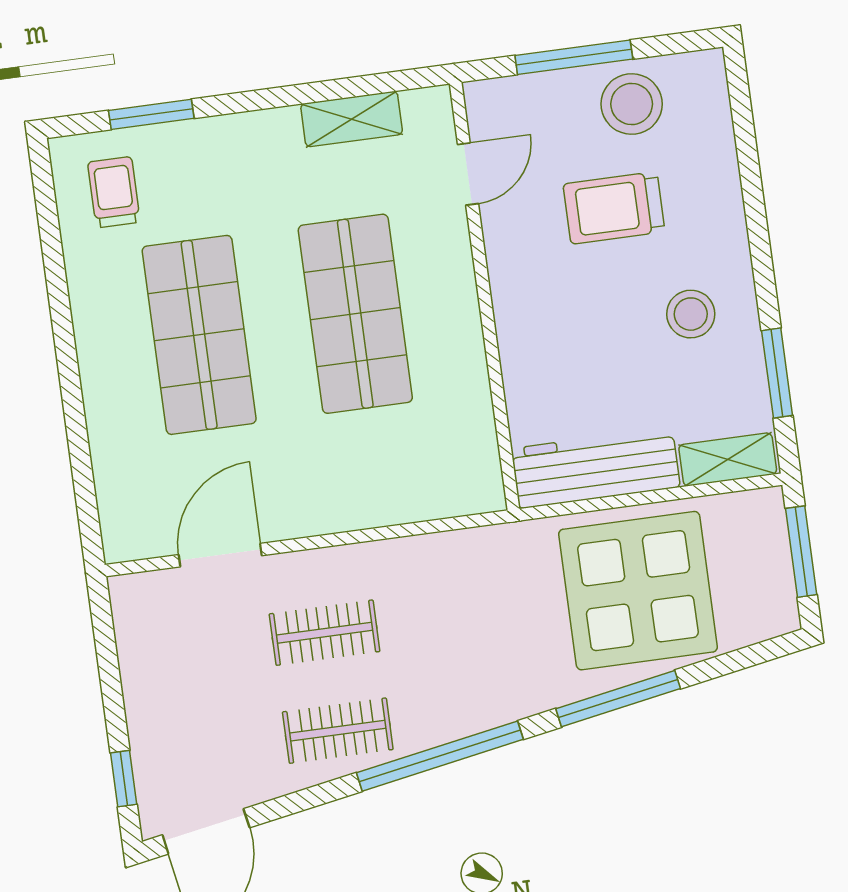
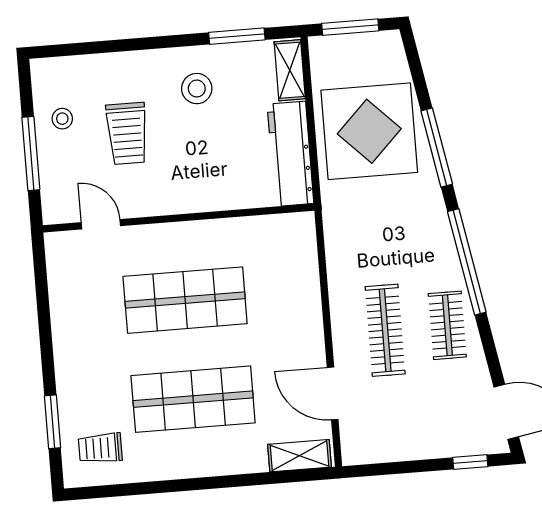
stool: (632, 104) -> (62, 119), width x0.53, depth x0.53
shelving: (352, 119) -> (300, 456), moved, turned 90
clothes rail: (325, 633) -> (385, 330), width x1.36

